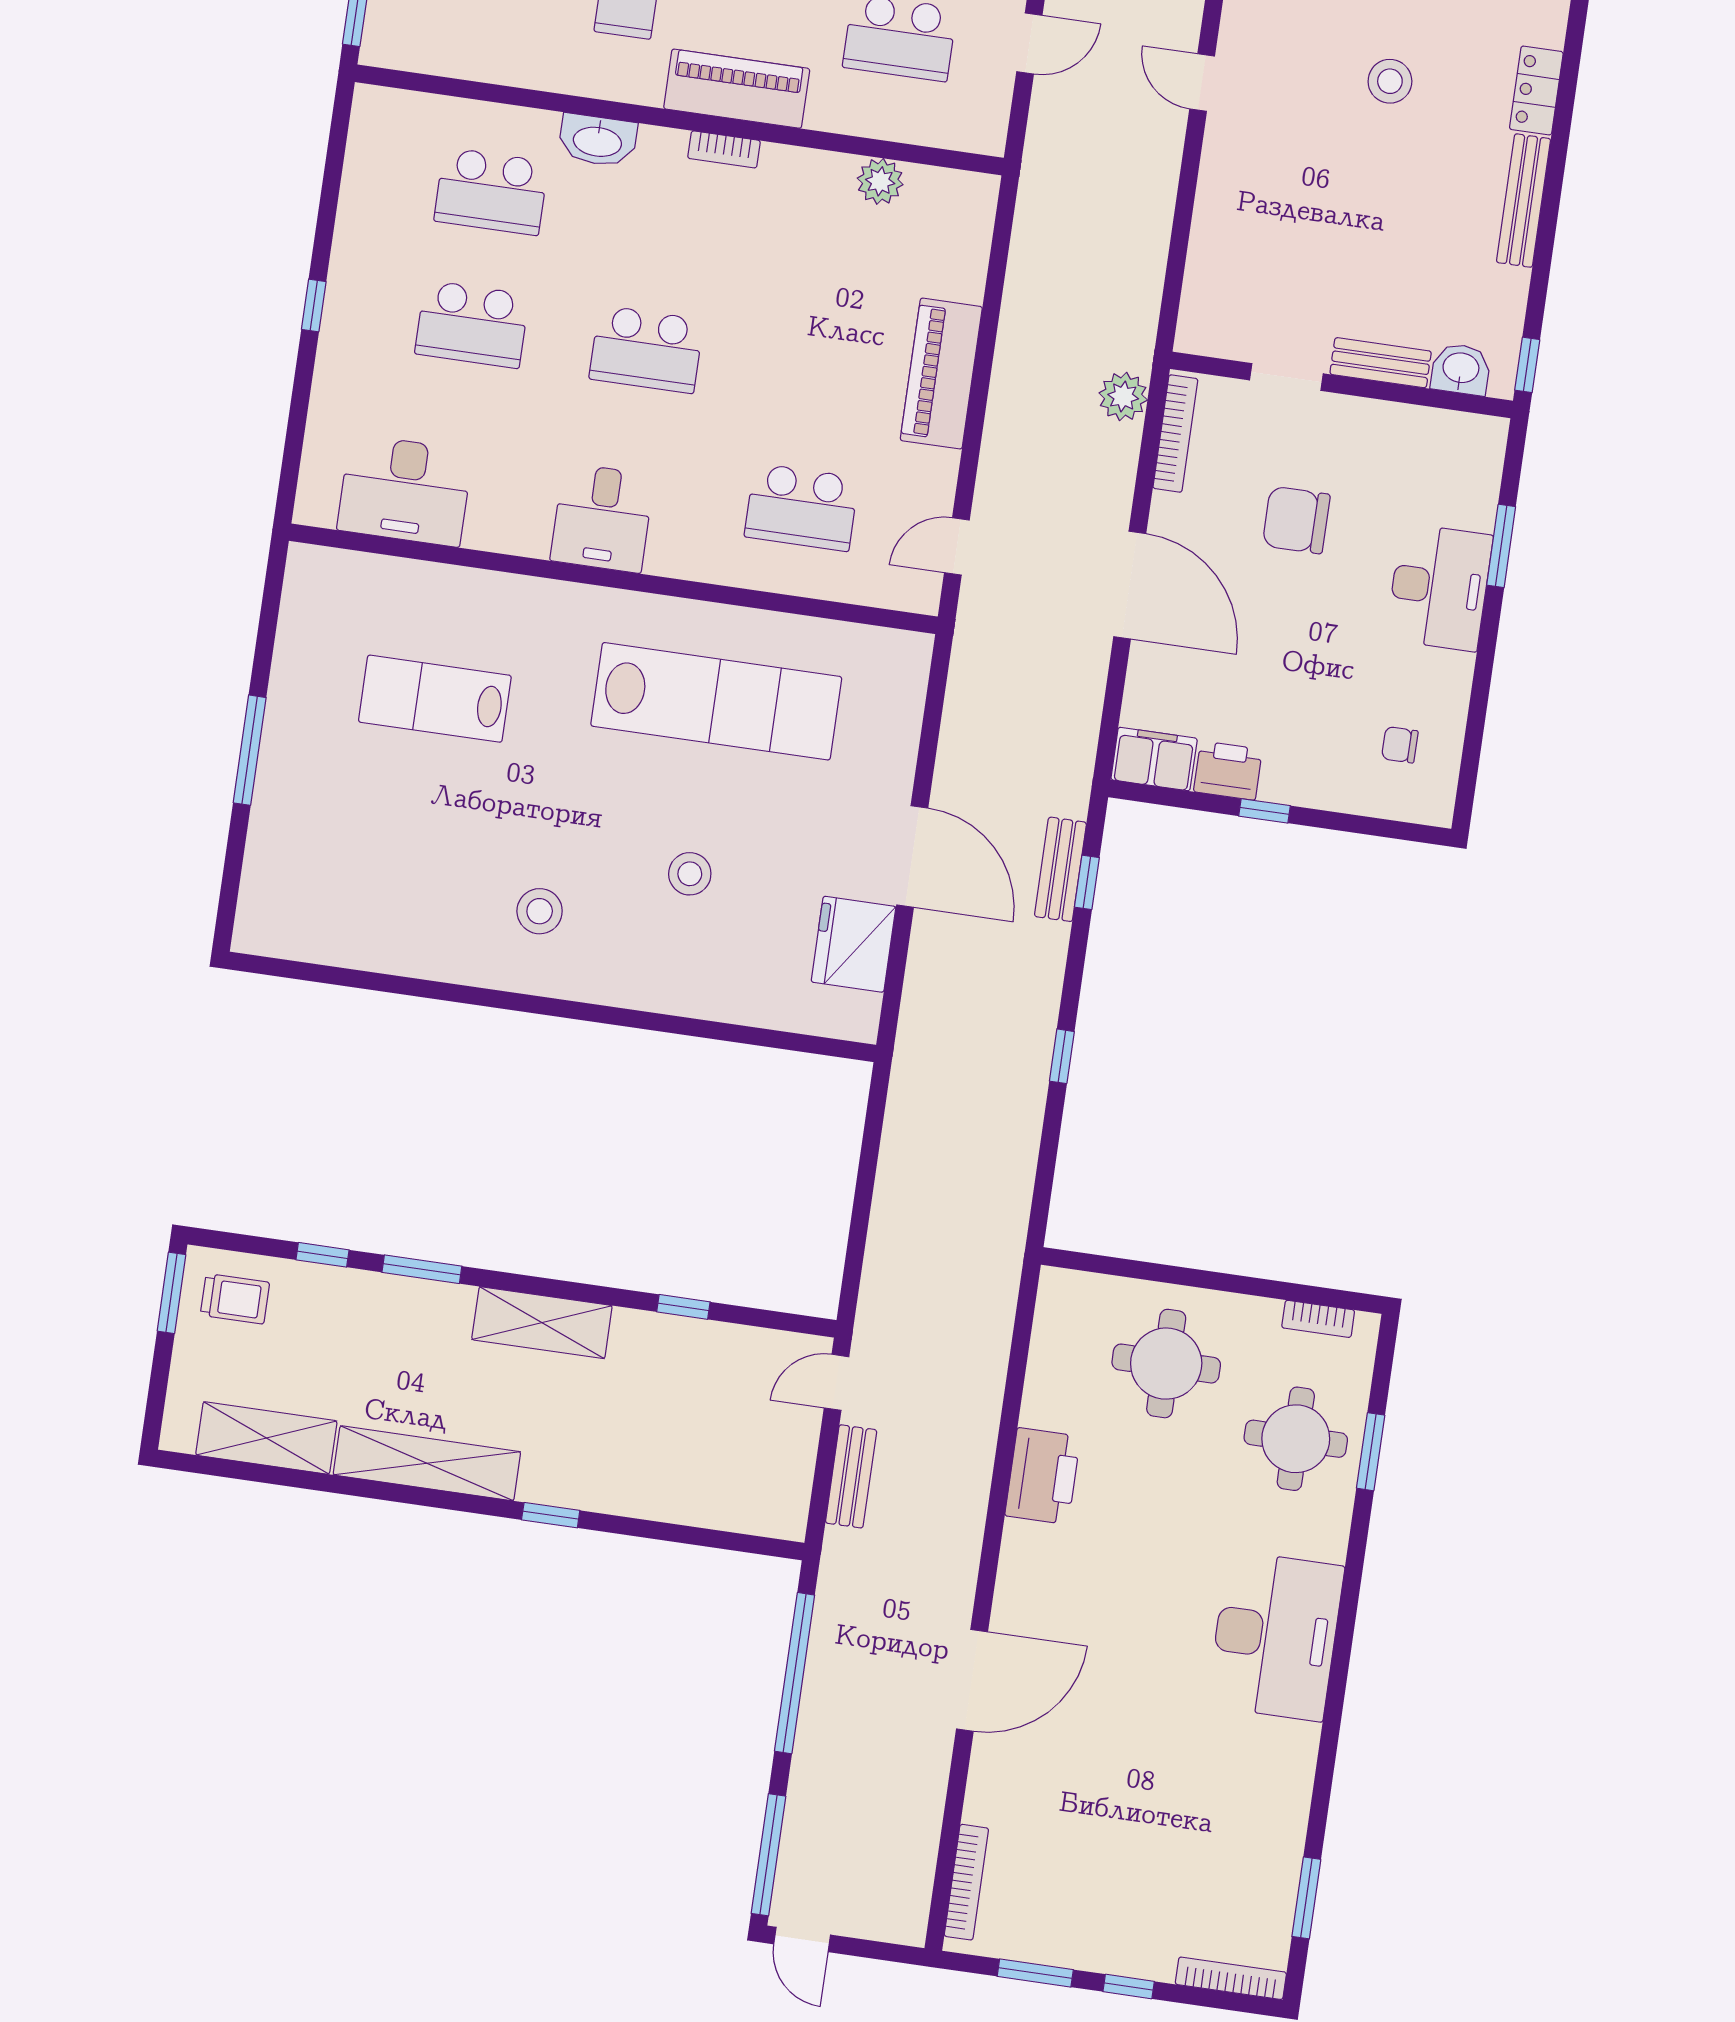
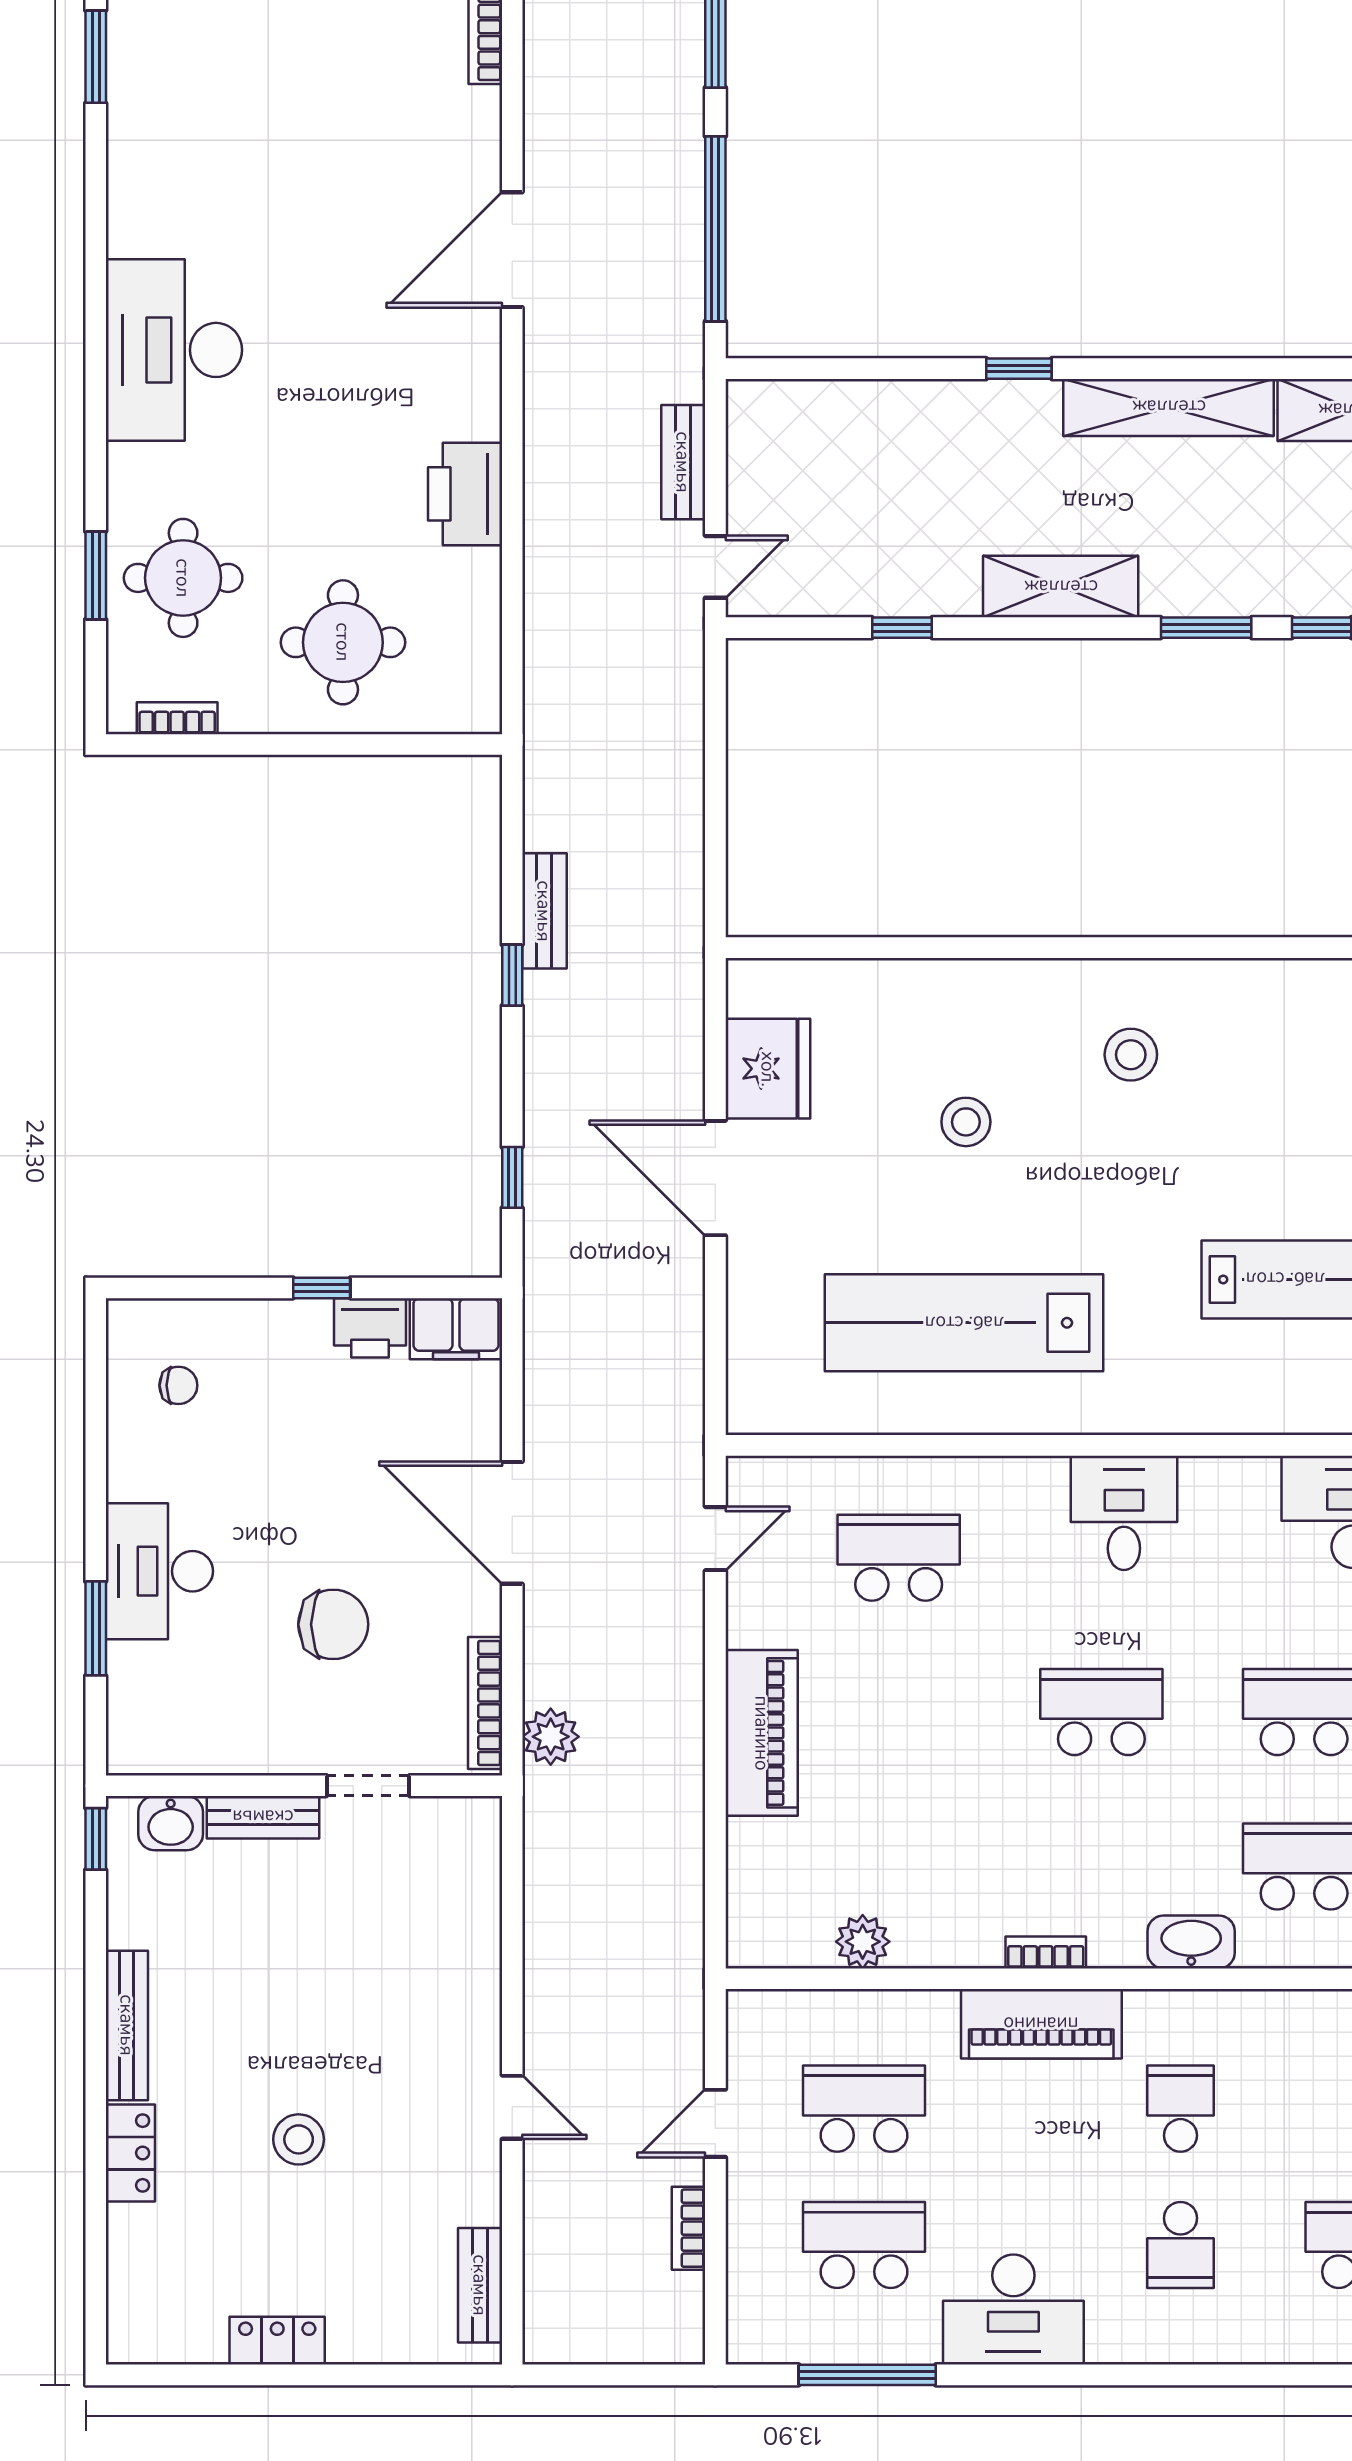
bench: (1060, 869) -> (544, 911), moved

